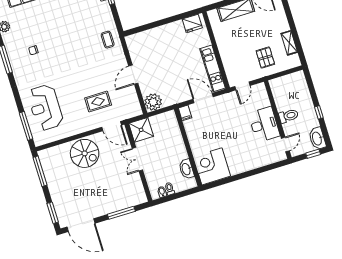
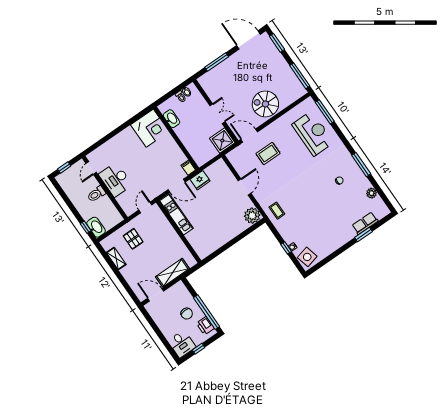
fridge: (192, 23) -> (200, 180), moved, turned 180
plant: (153, 102) -> (252, 216), moved
window: (319, 112) -> (86, 227), moved
washbasin: (317, 138) -> (96, 227), moved

